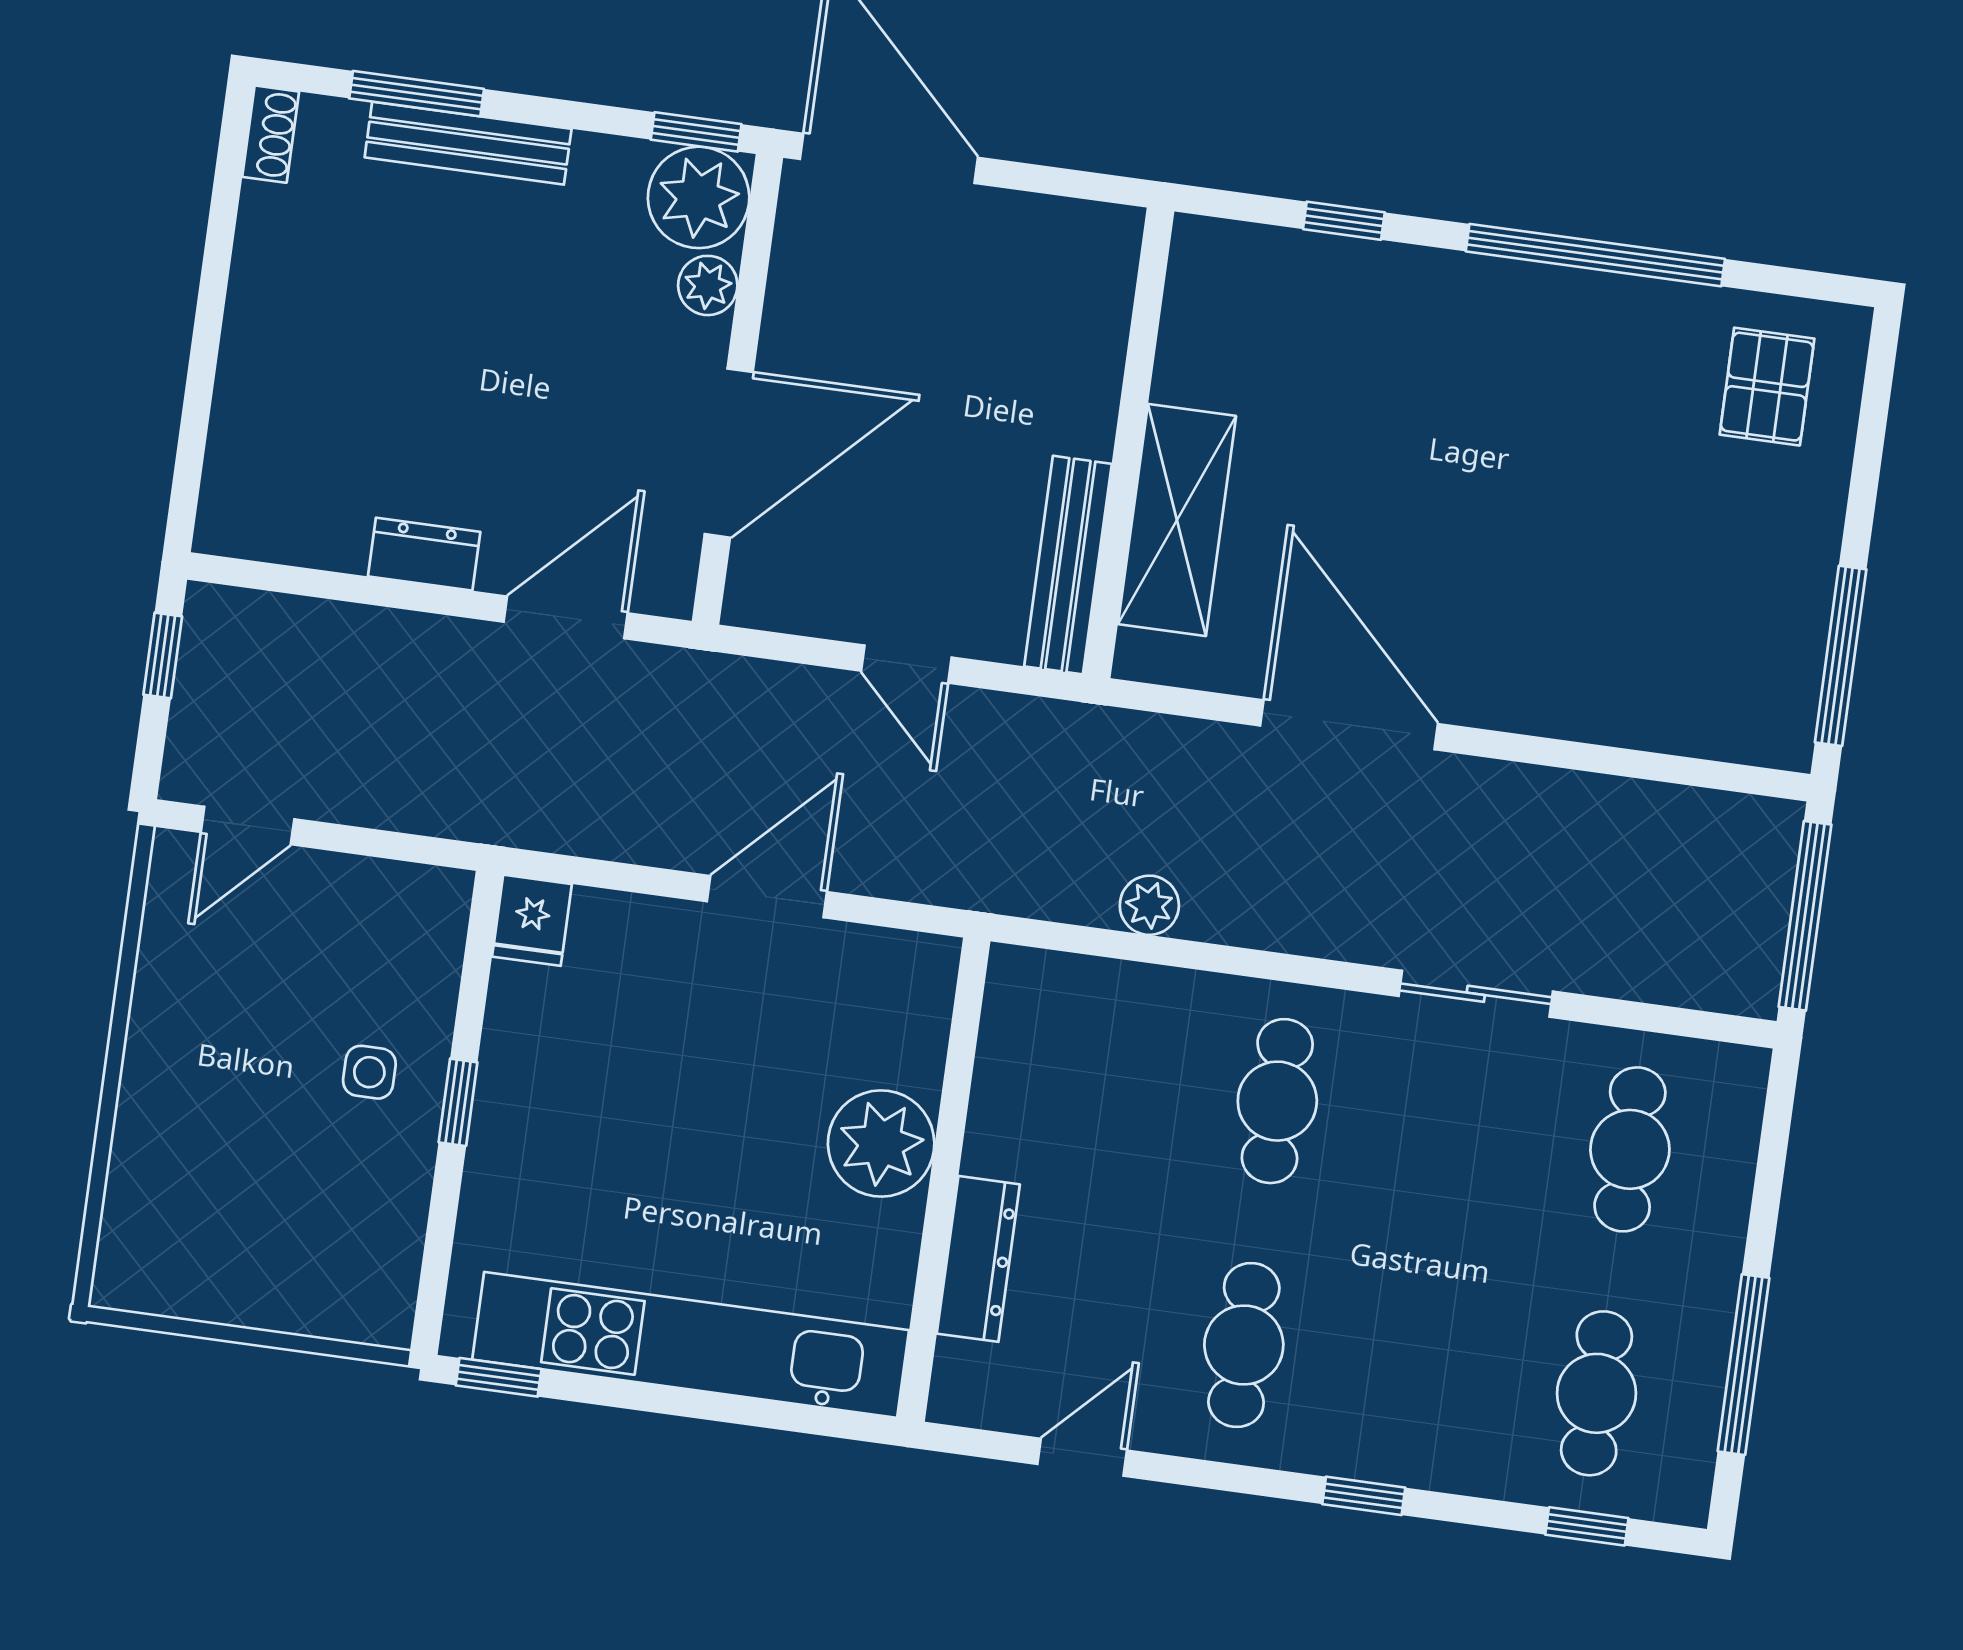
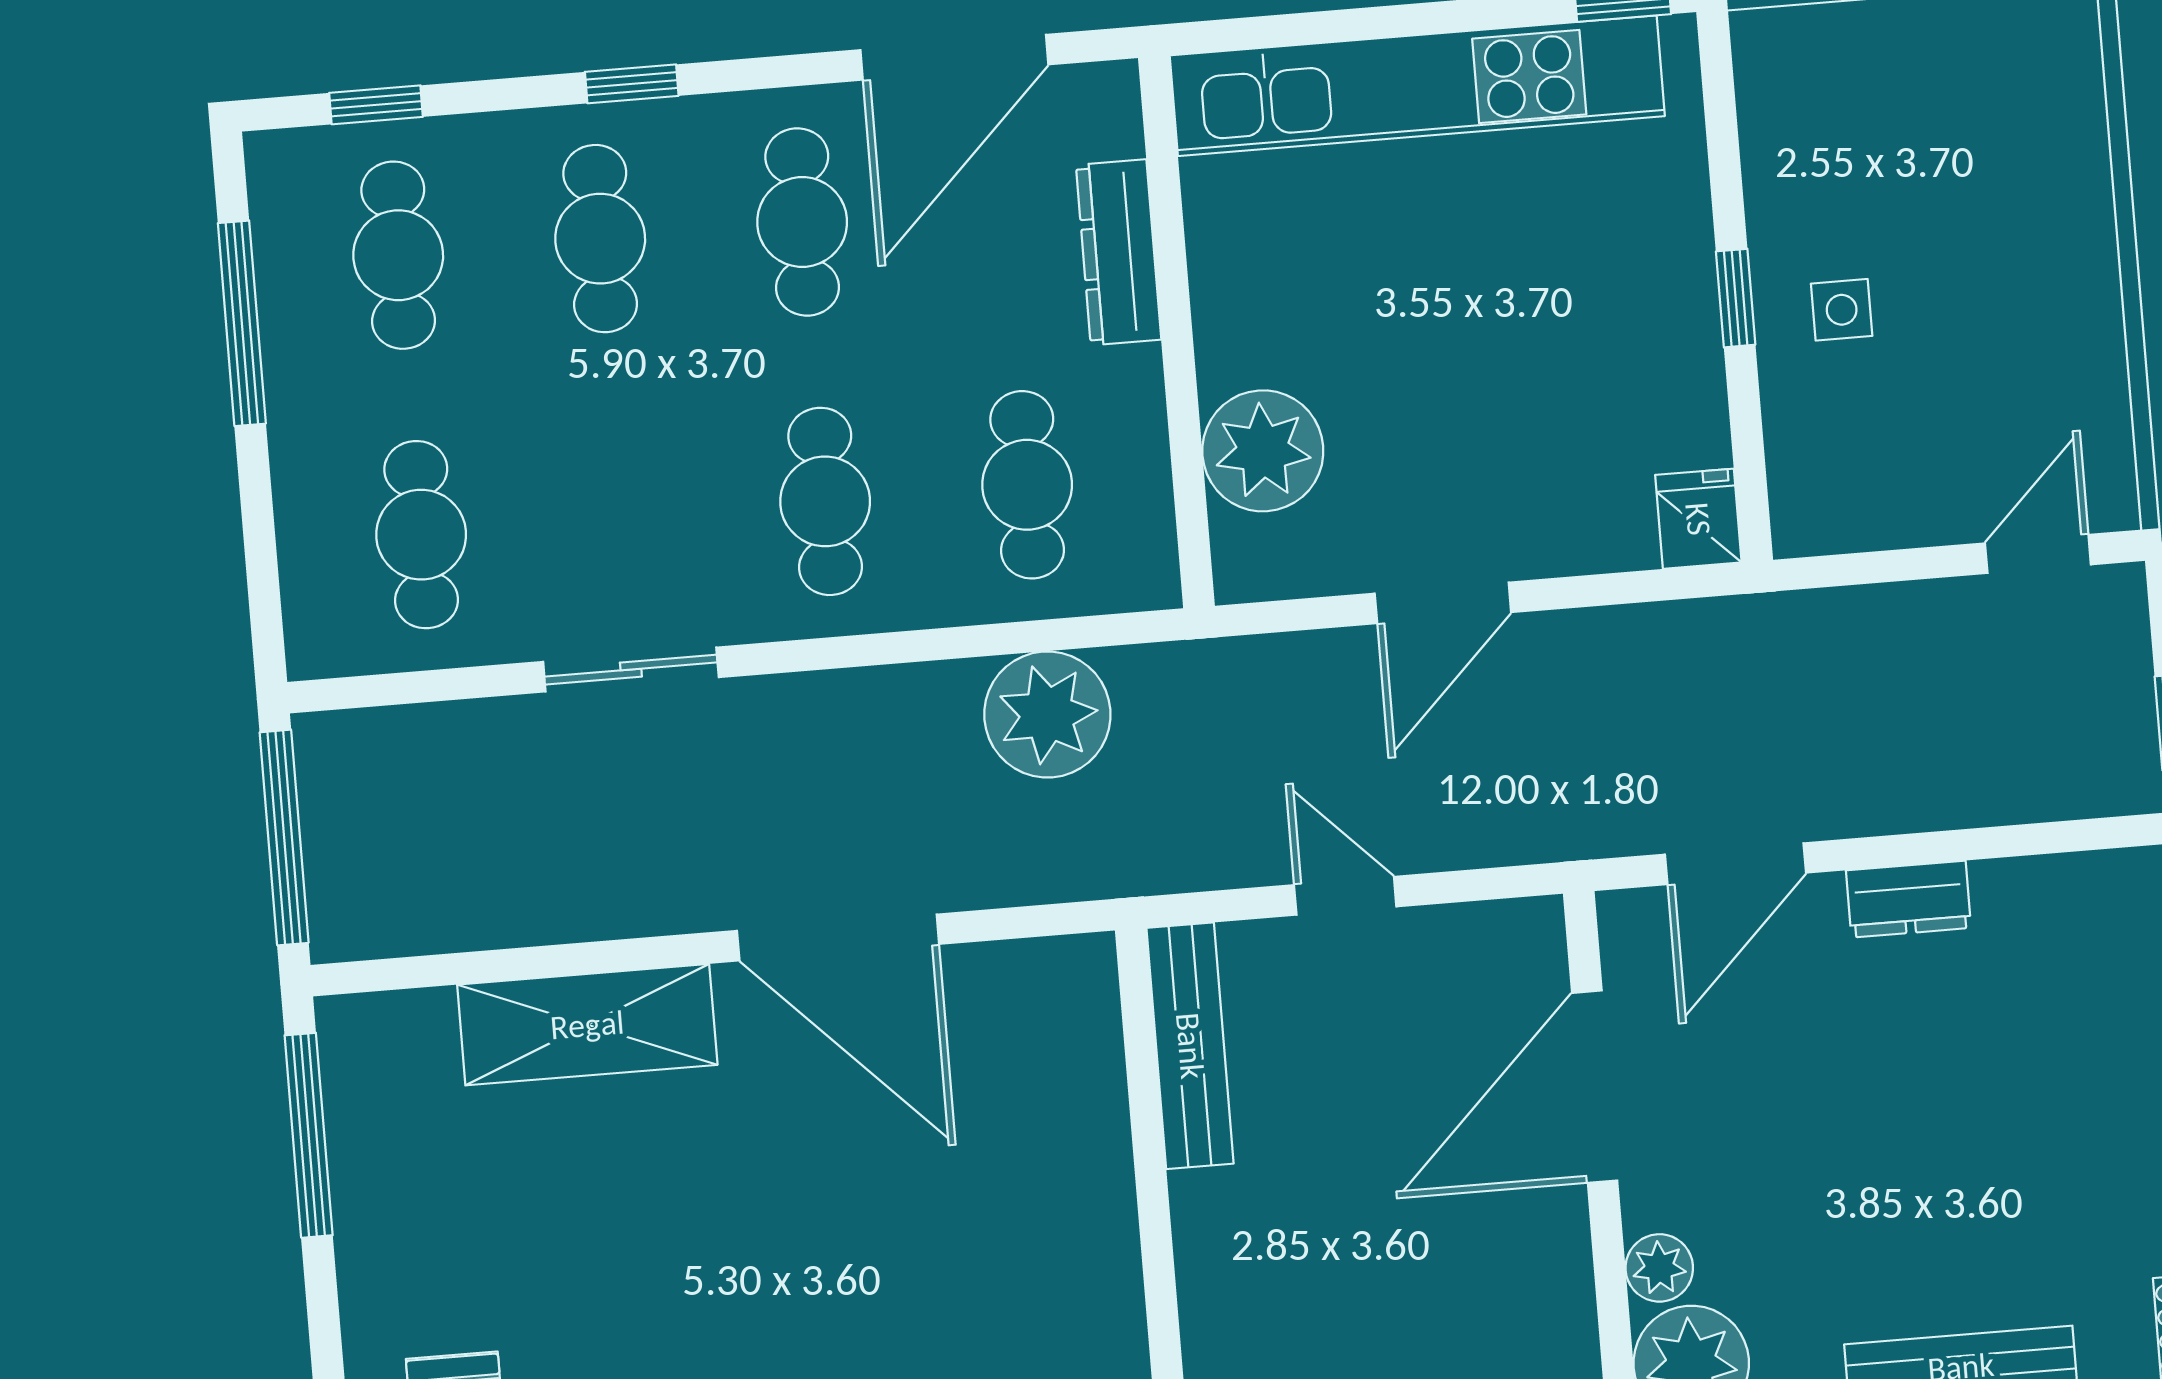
shelving: (1177, 520) -> (587, 1025), moved, turned 90
plant: (1149, 905) -> (1047, 714), width x1.87, depth x1.87
cafe table: (1101, 1077) -> (1027, 485), added
plant: (881, 1144) -> (1263, 451), moved
cafe table: (1420, 1369) -> (600, 239), added
door: (1082, 1457) -> (954, 57), width x1.88

